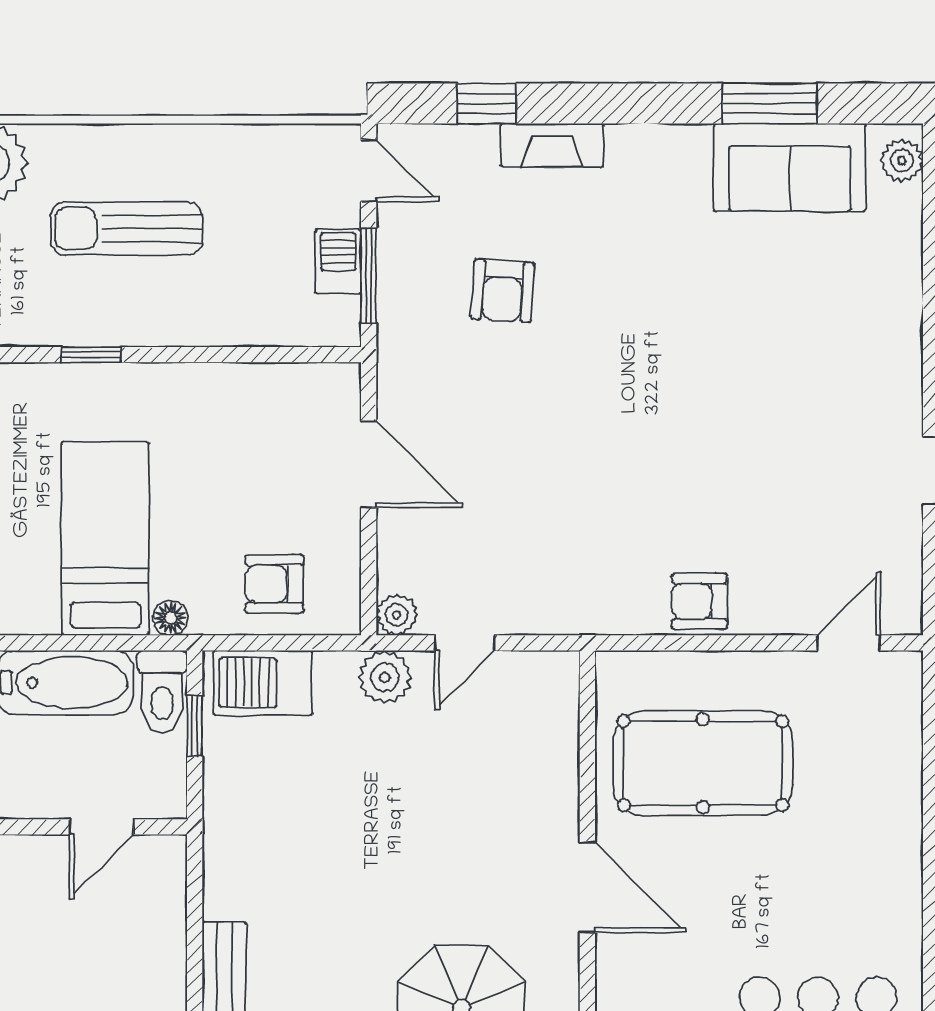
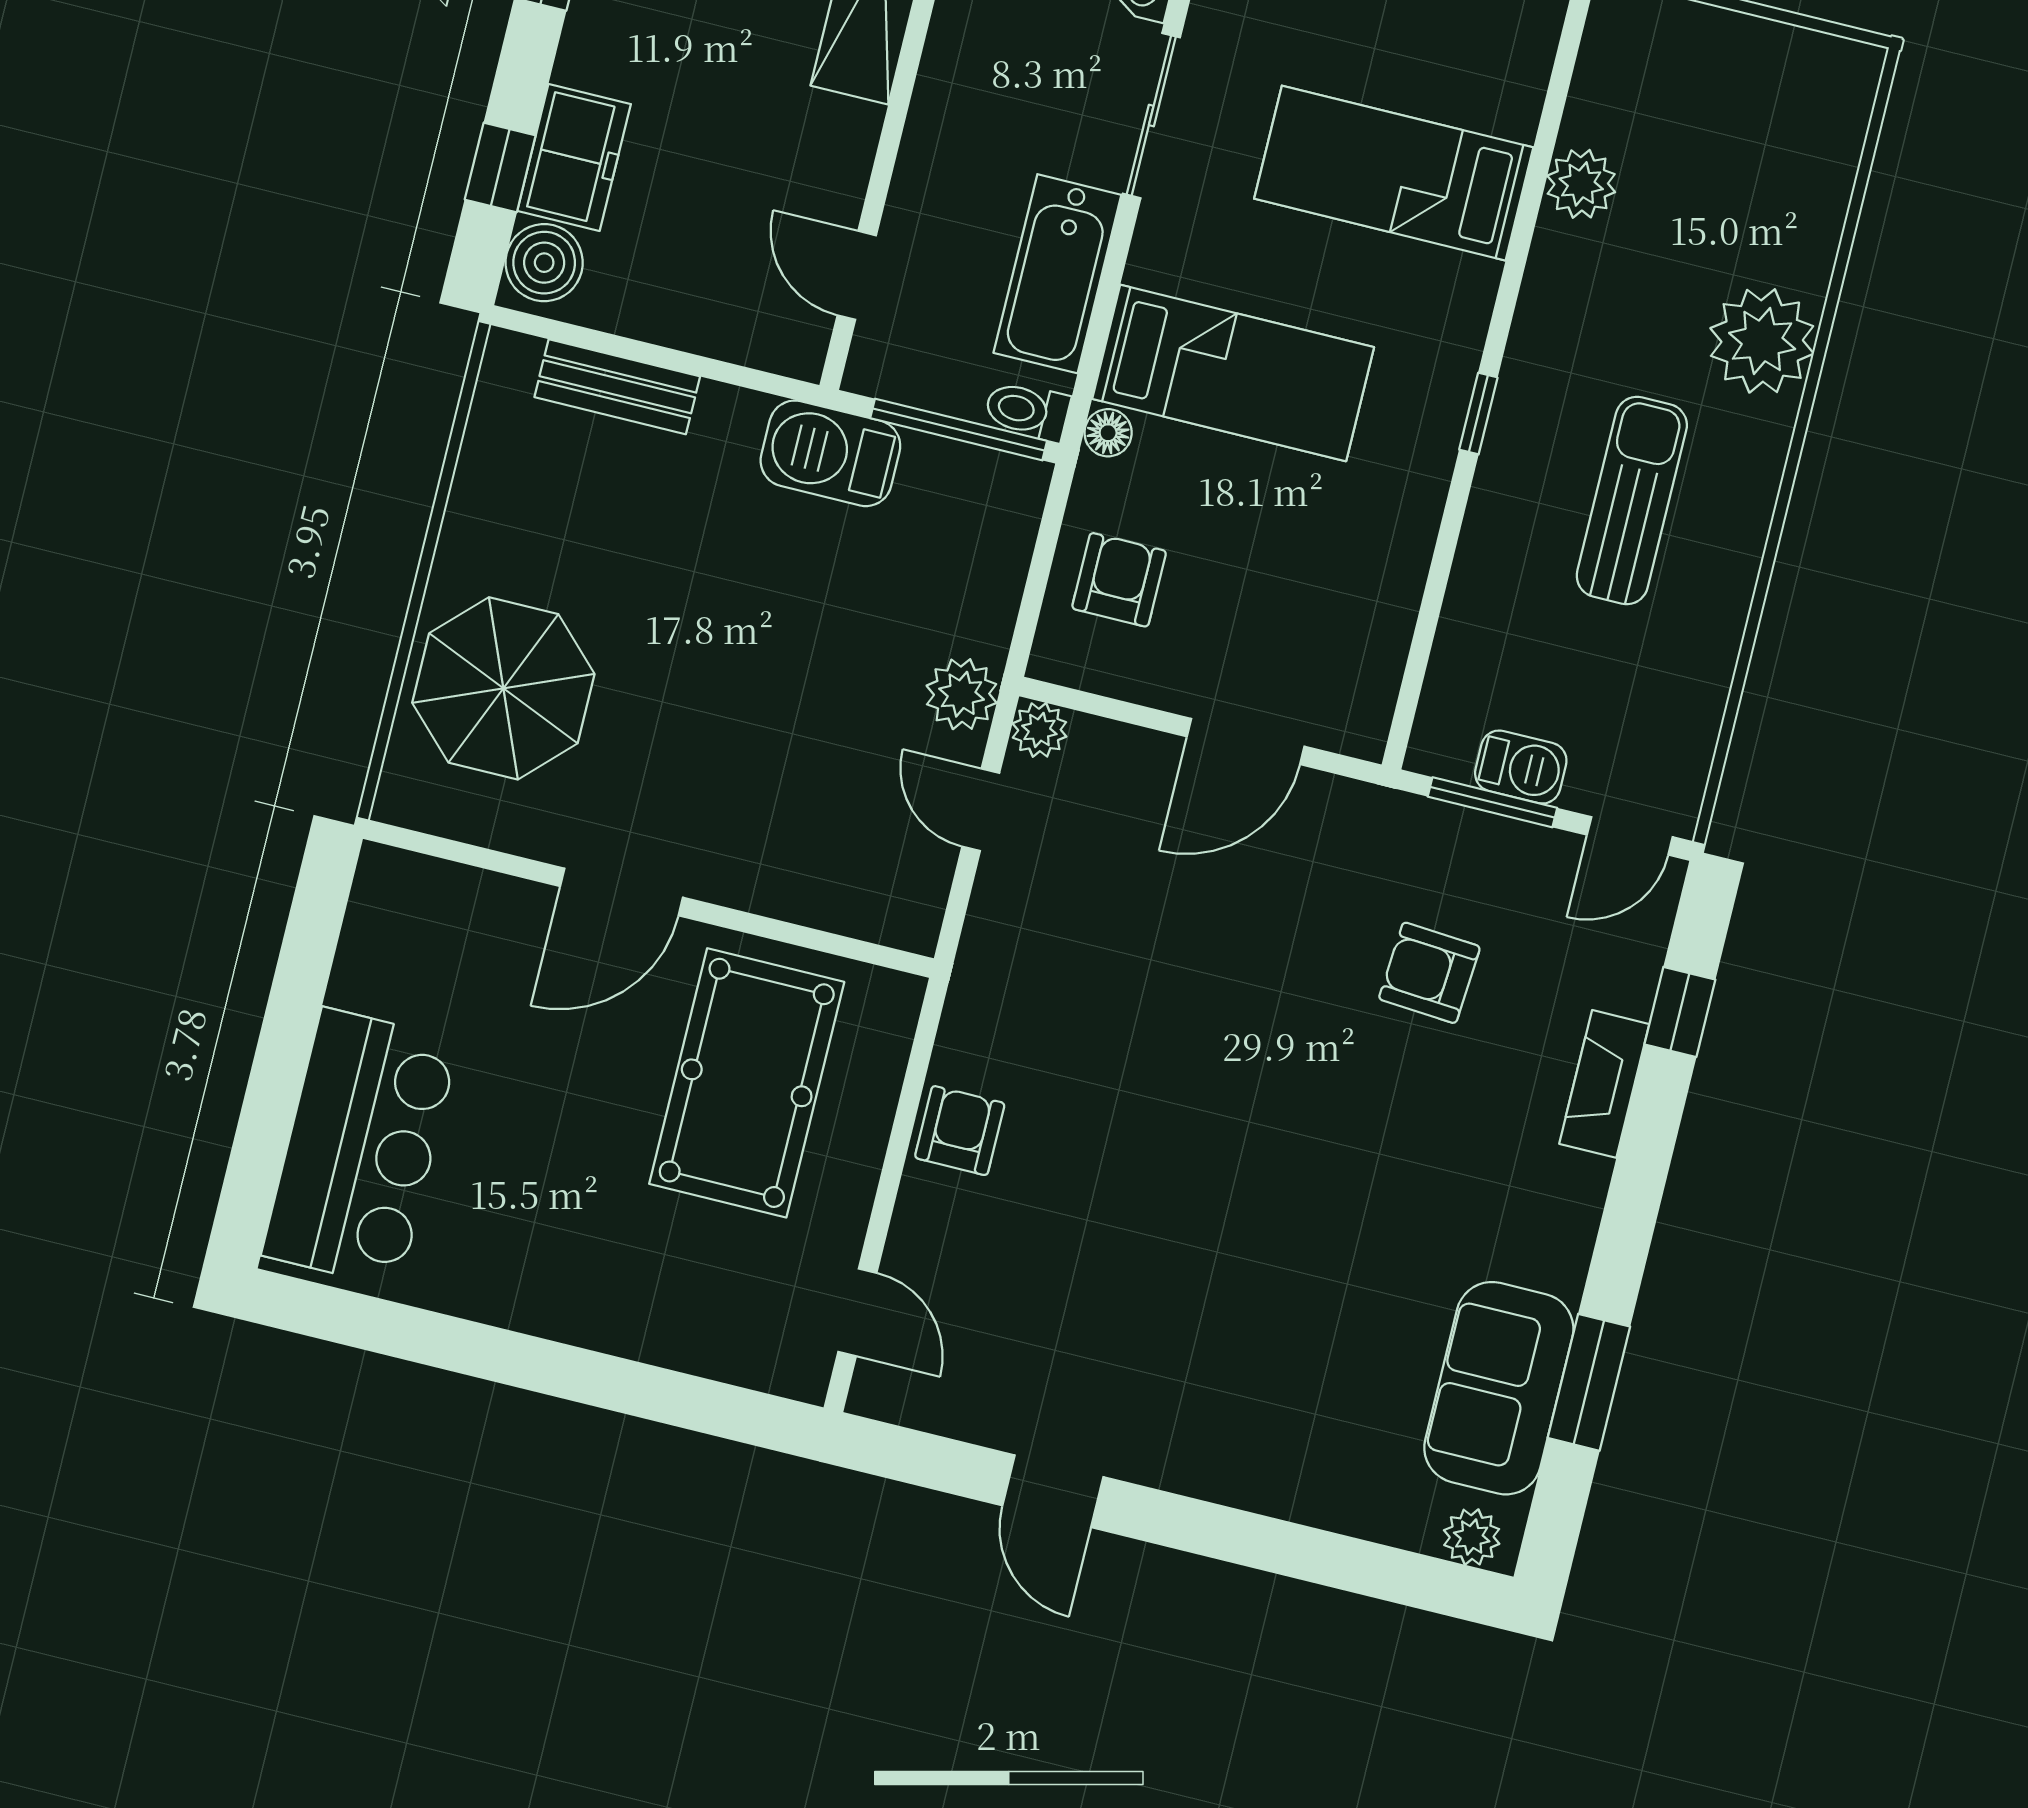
barbecue: (263, 683) -> (830, 453), moved, turned -90
toilet: (162, 692) -> (1027, 411), width x0.73, depth x0.72
window: (195, 726) -> (959, 430), width x2.17

